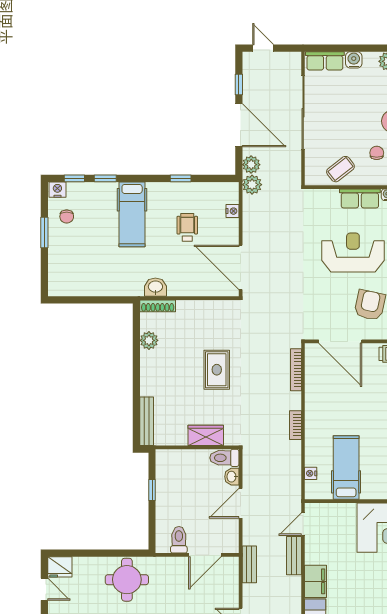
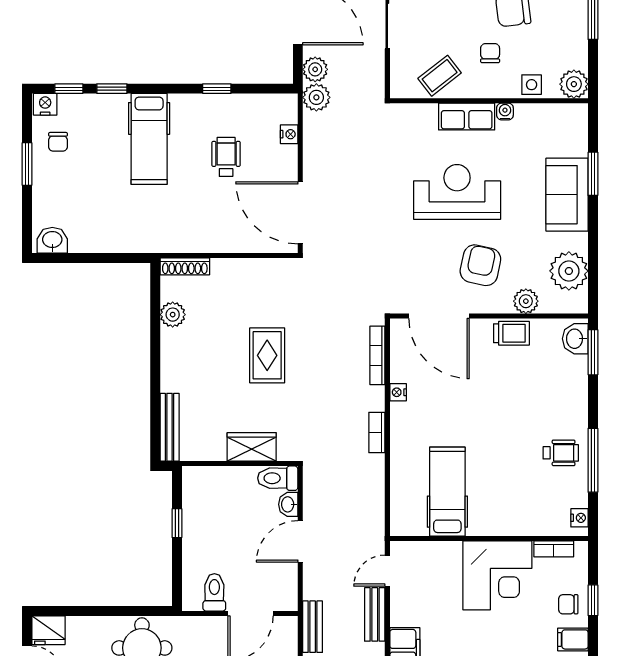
washbasin: (155, 287) -> (52, 240), moved
nightstand: (311, 473) -> (398, 392), moved

